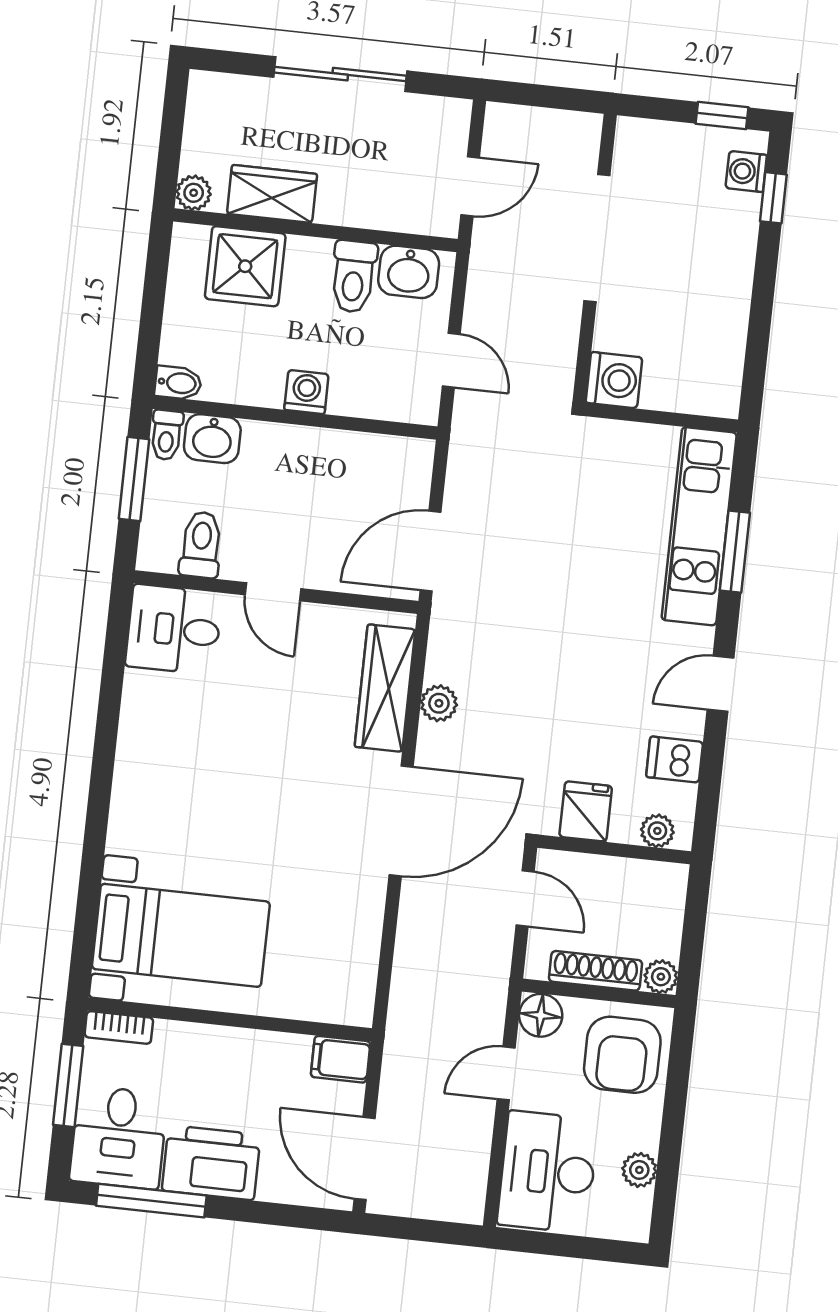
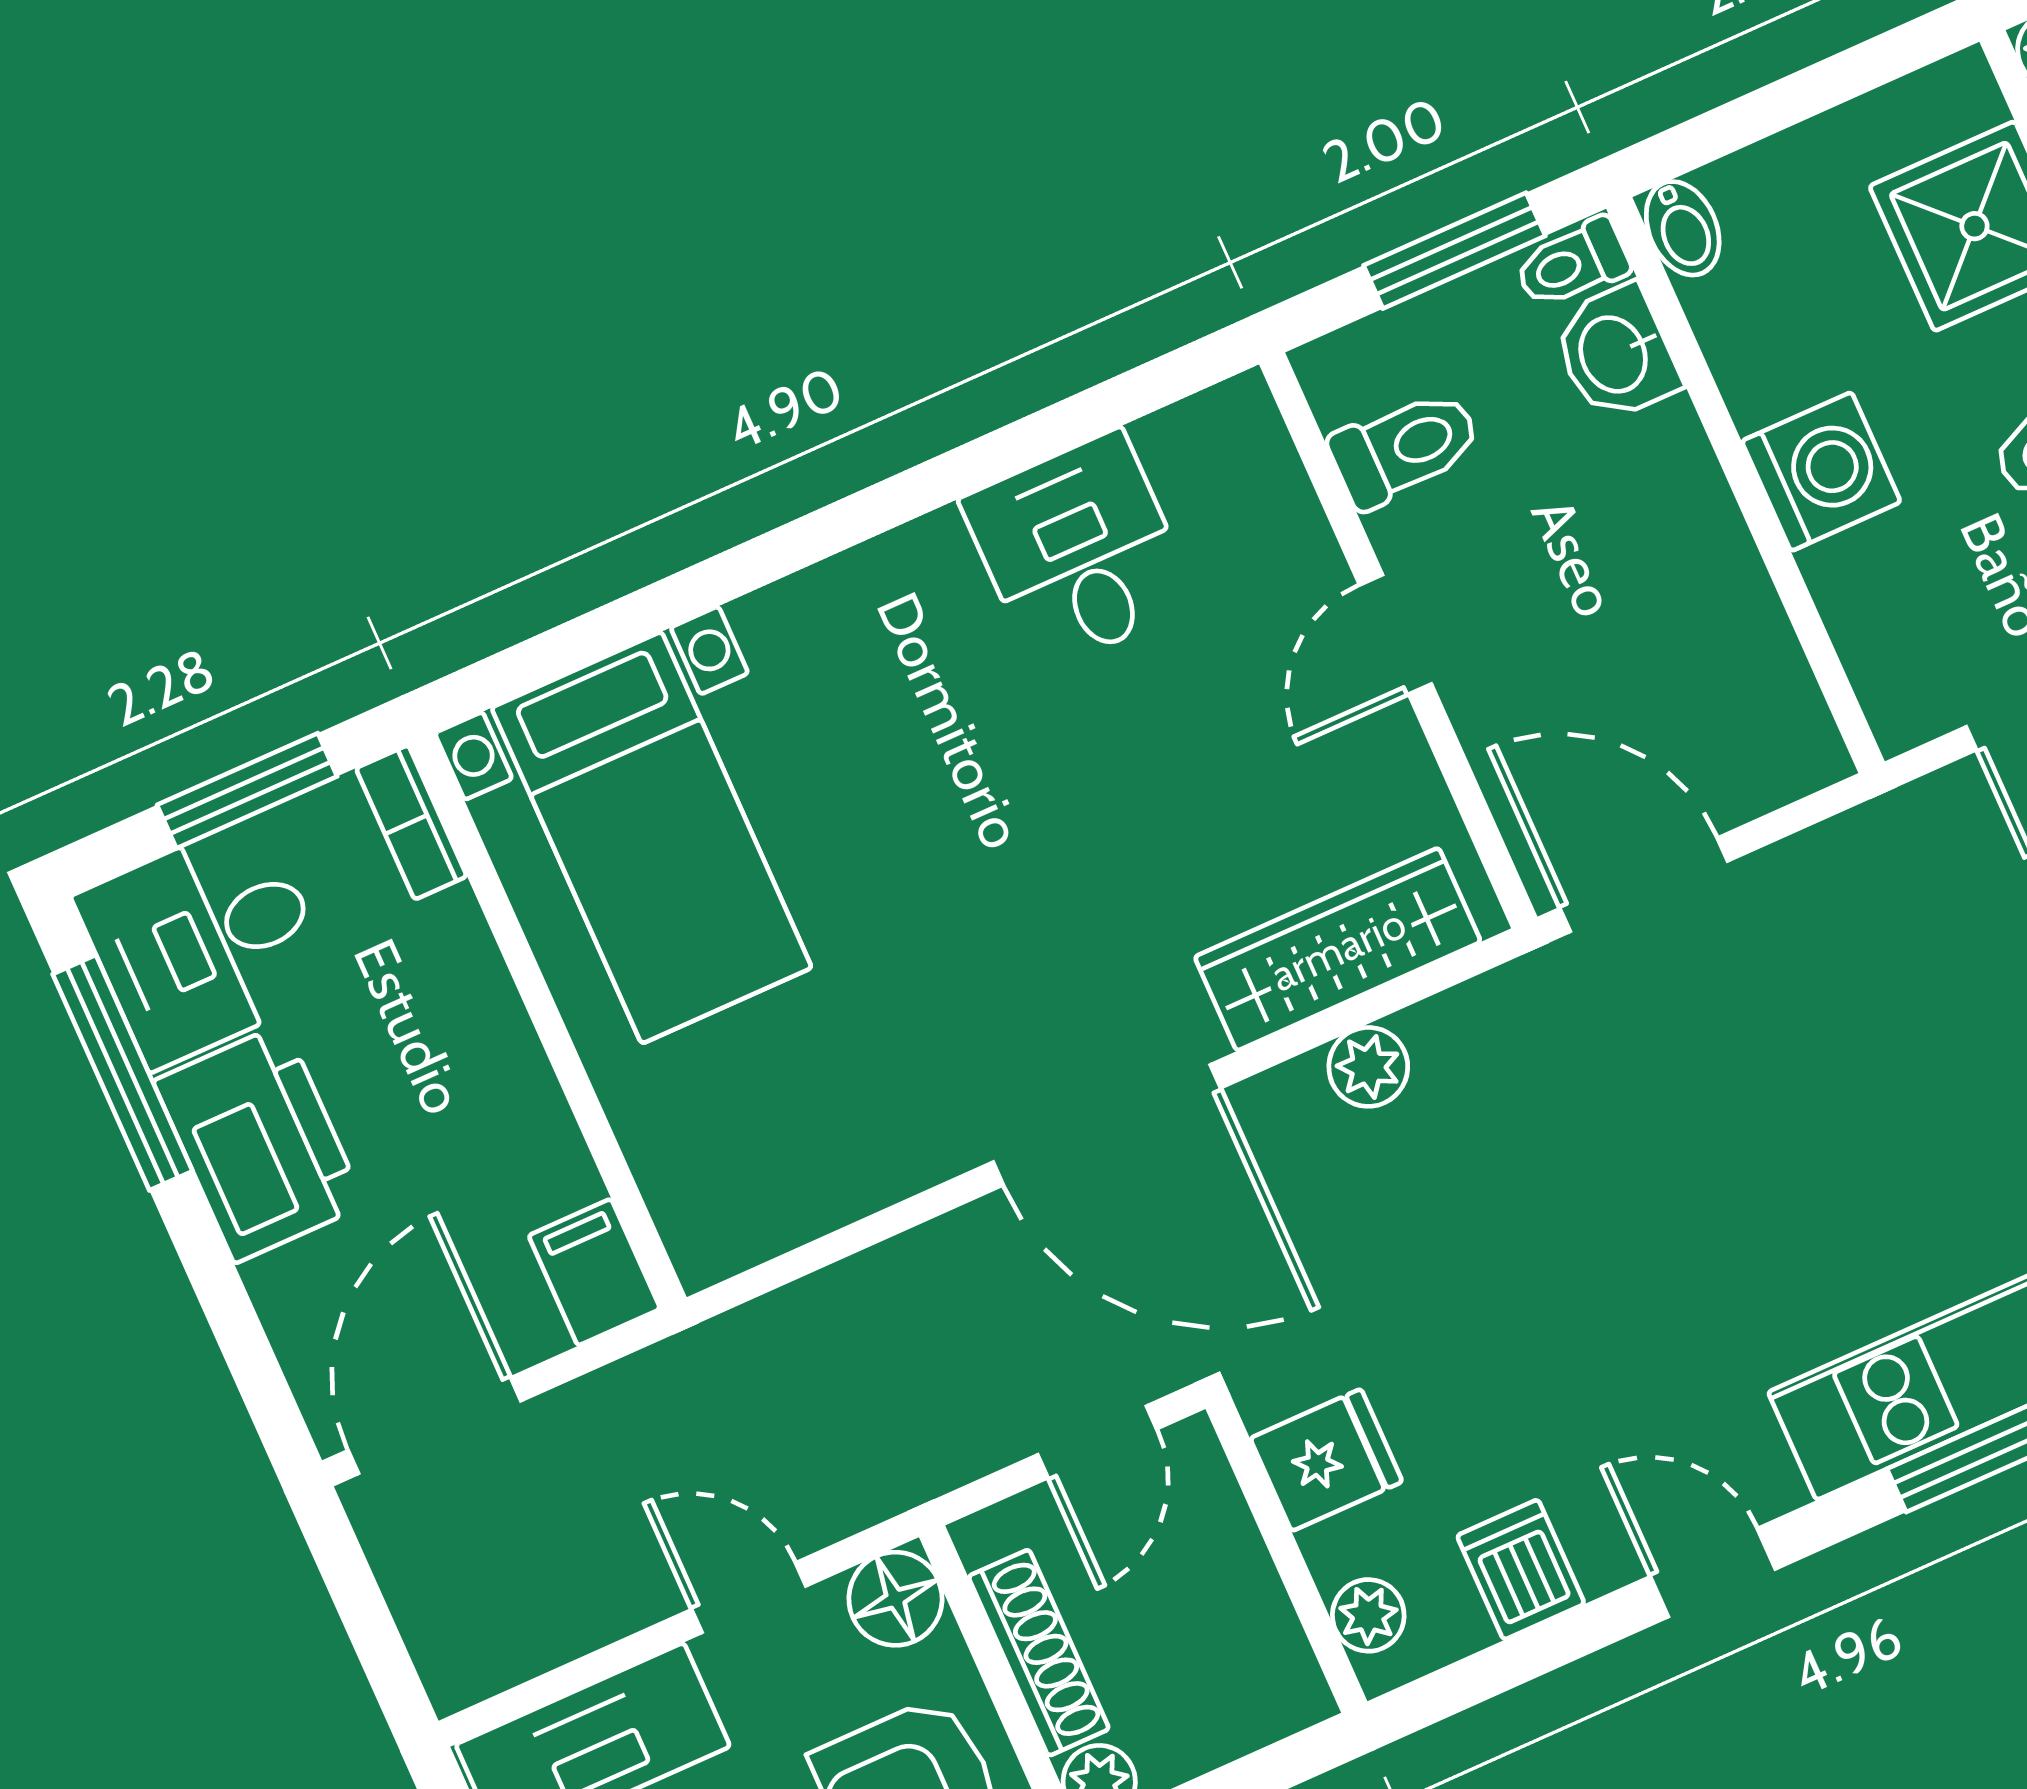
washing machine: (306, 392) -> (1821, 472), width x1.38, depth x1.38
desk: (174, 629) -> (1079, 551), moved

